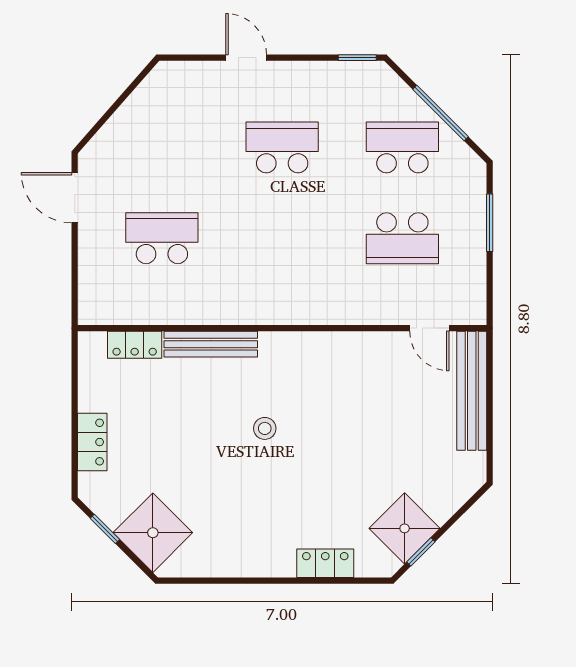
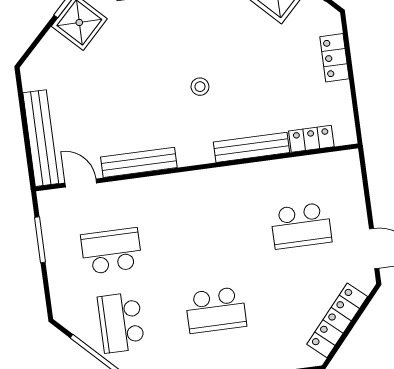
locker: (133, 114) -> (337, 320), added
school desk: (402, 147) -> (121, 323), turned 90
window: (490, 223) -> (40, 240), moved
bench: (353, 344) -> (139, 162), added

